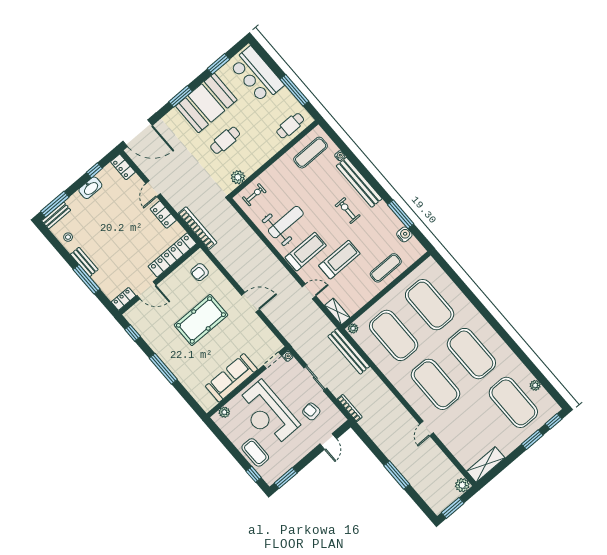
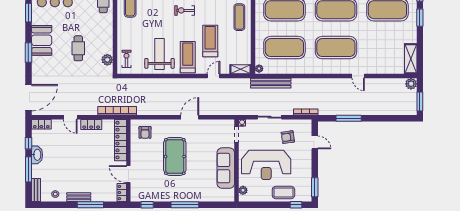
booth: (206, 103) -> (42, 40), width x0.73, depth x0.70
window: (55, 204) -> (28, 169), moved
door: (146, 290) -> (128, 174), swing flipped
window: (397, 475) -> (349, 118), moved

